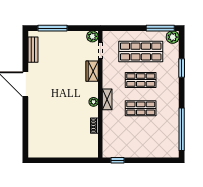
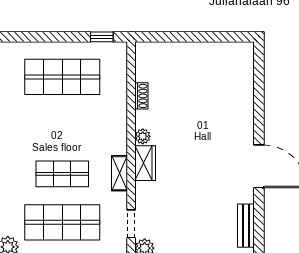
wardrobe: (92, 71) -> (145, 163), moved
shelving: (107, 99) -> (120, 173), moved
shop shelf: (141, 108) -> (62, 77), moved, width x1.43, depth x1.36

